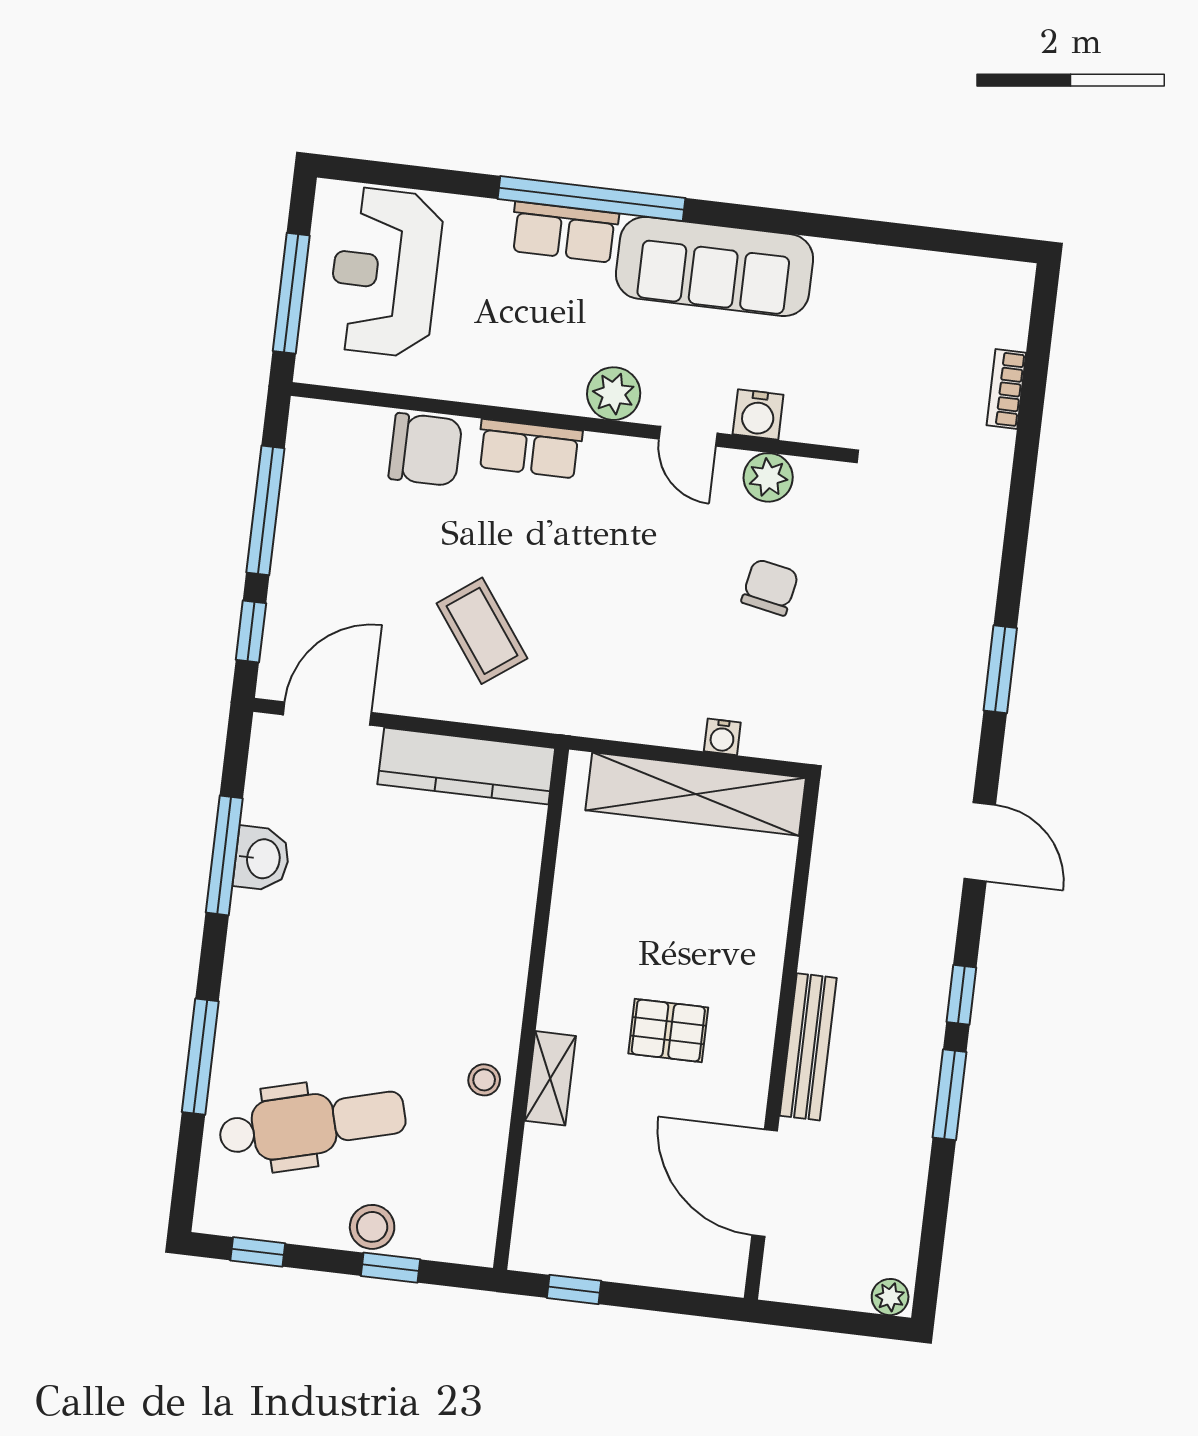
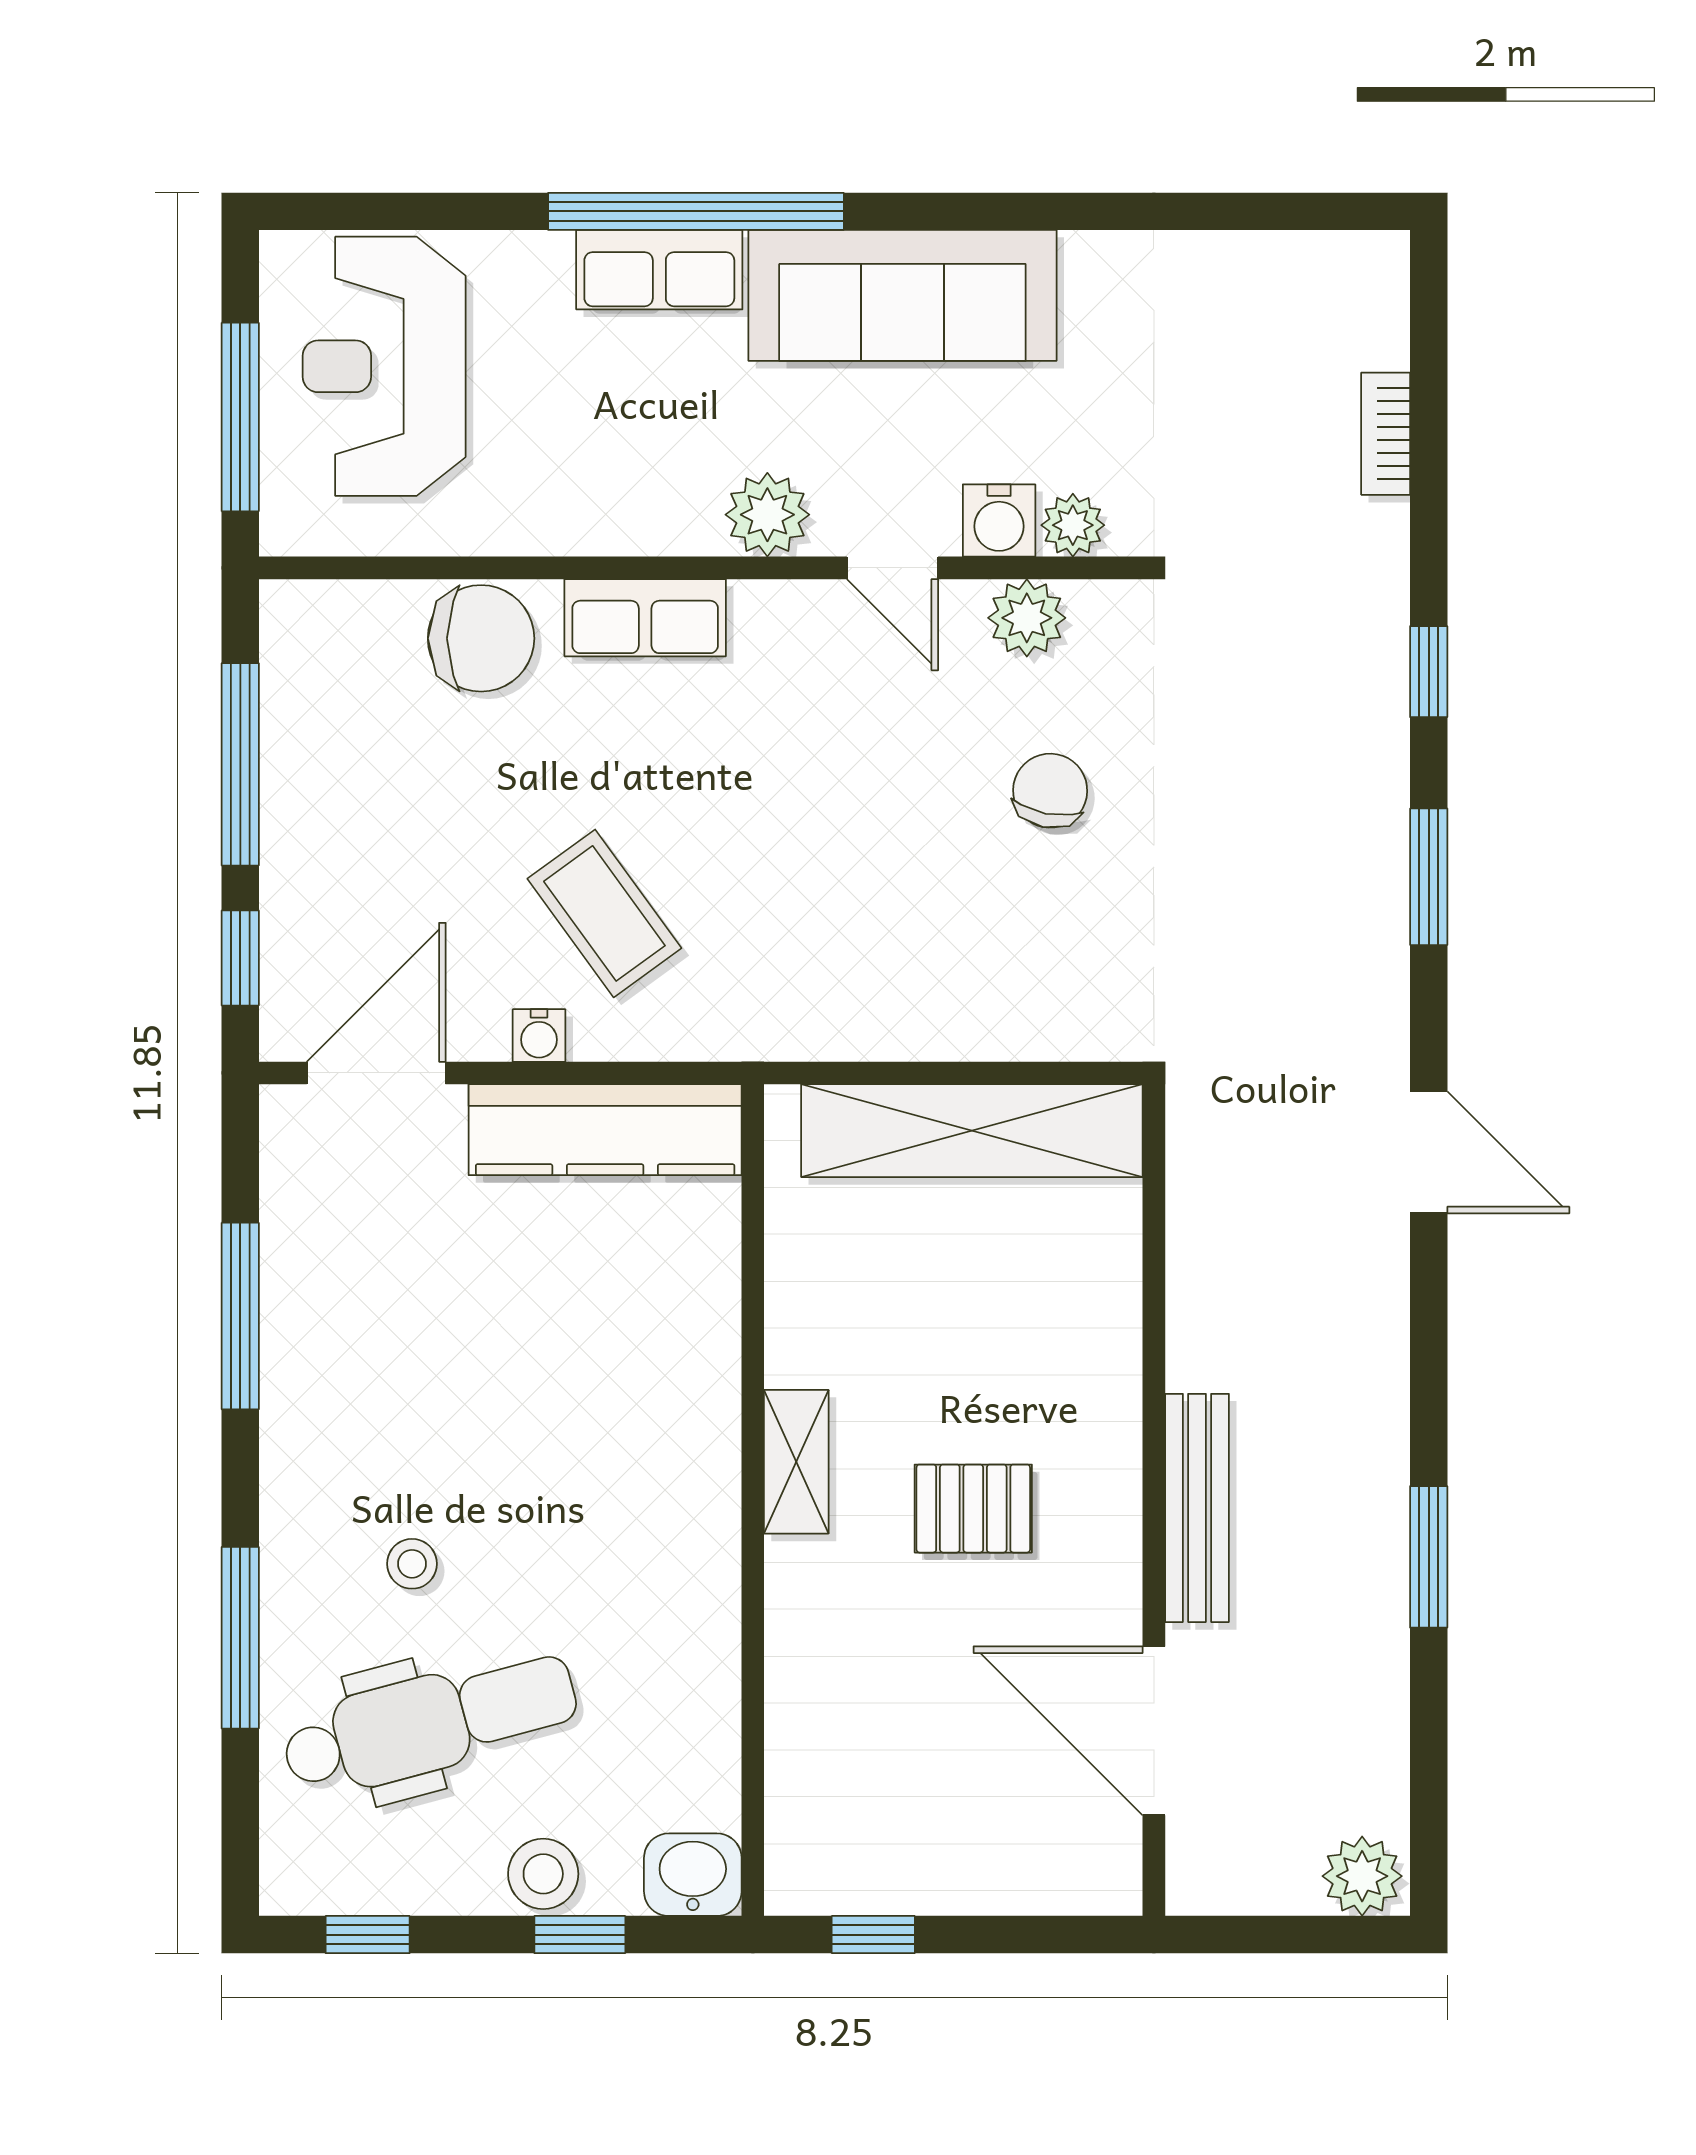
plant: (804, 423) -> (1073, 525), added
water cooler: (722, 737) -> (539, 1036), moved
washbasin: (262, 859) -> (693, 1875), moved, turned -90
window: (961, 995) -> (1429, 672), moved
shelving: (550, 1078) -> (796, 1462), moved
stool: (484, 1080) -> (412, 1564), moved
plant: (890, 1297) -> (1362, 1876), width x1.38, depth x1.38

